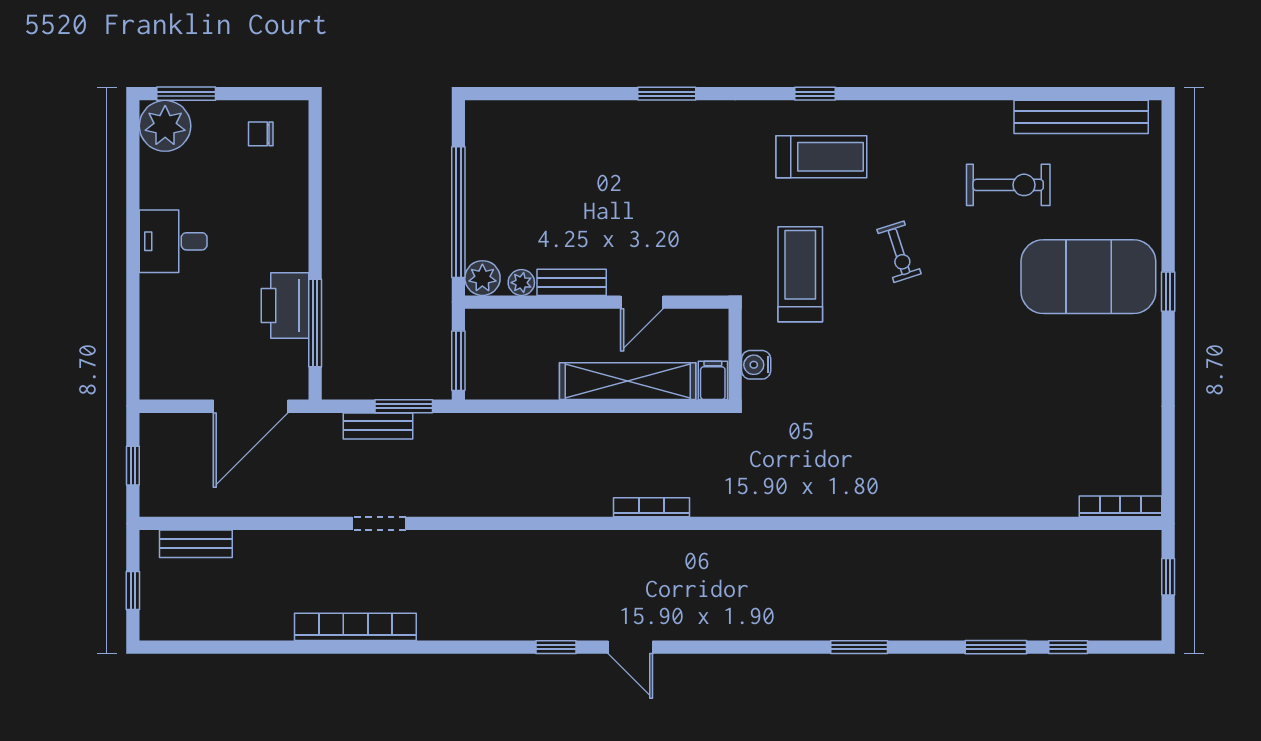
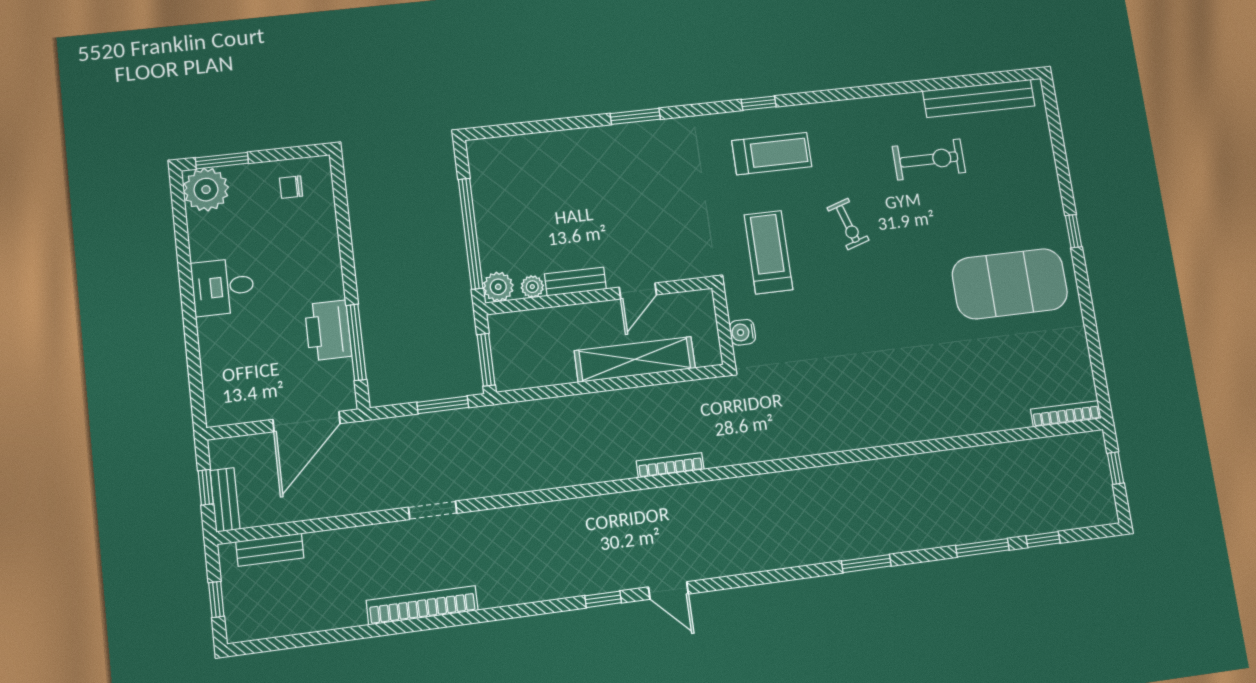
exercise mat: (1088, 277) -> (1010, 284), moved
filing cabinet: (713, 380) -> (708, 350), removed
bench: (378, 426) -> (225, 500), moved, turned 90

